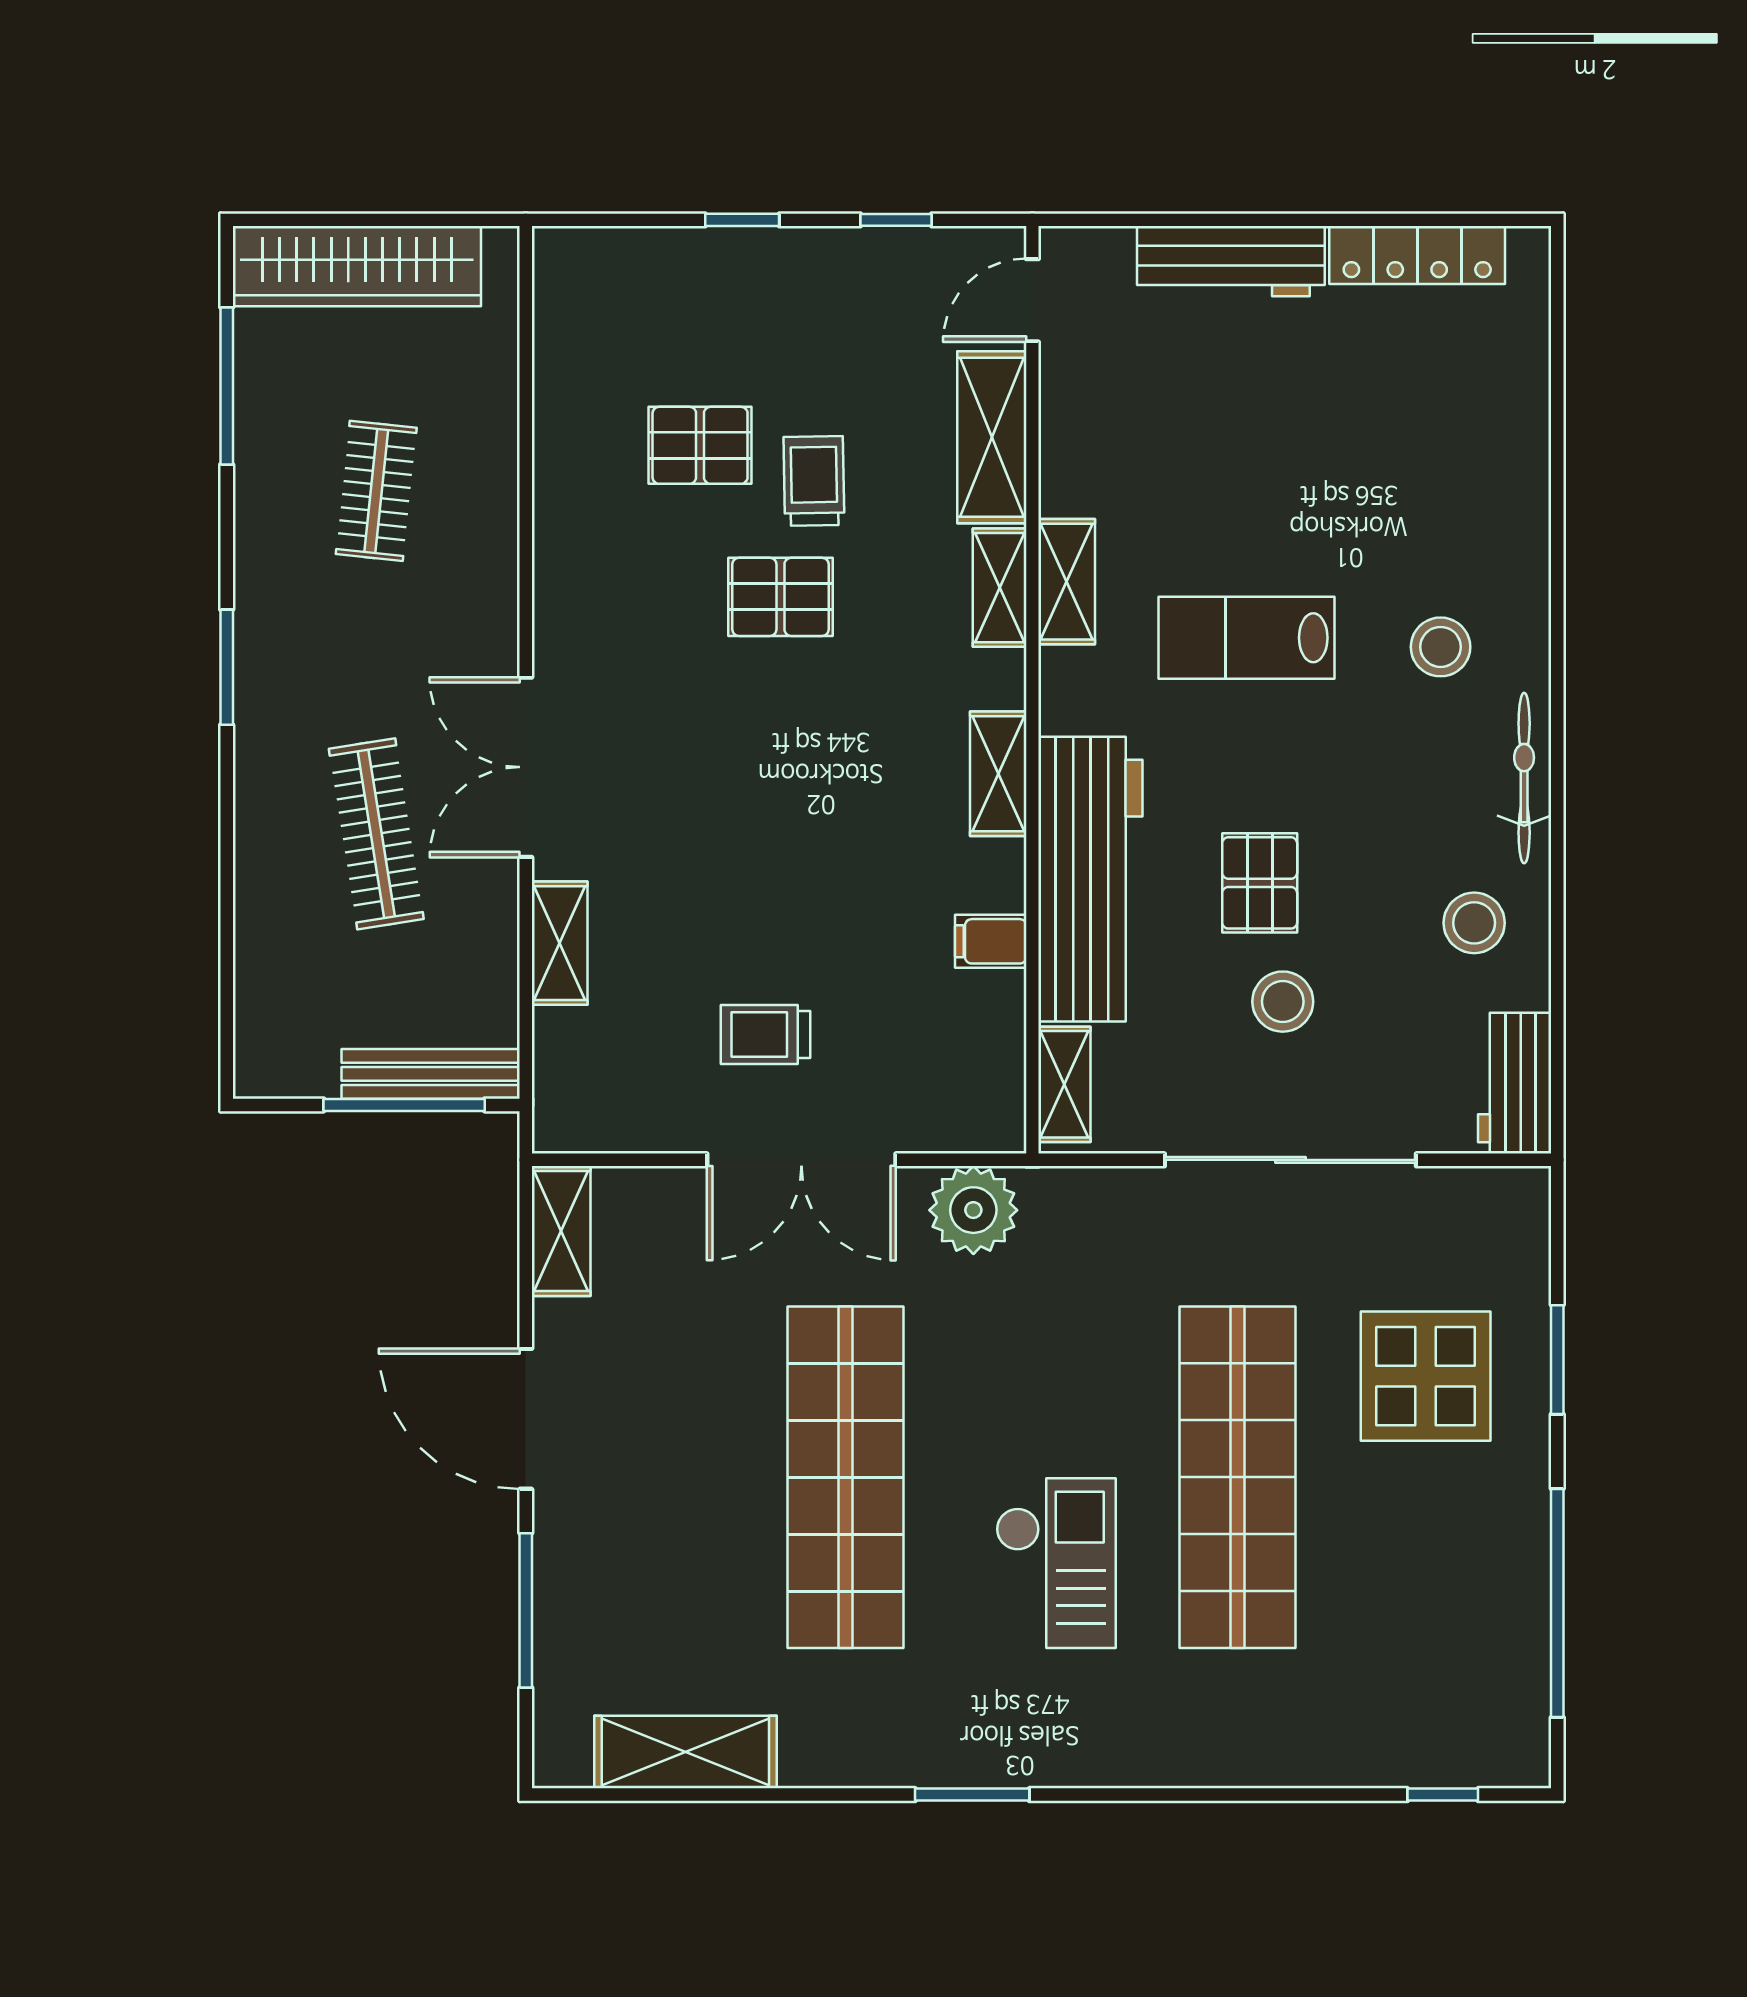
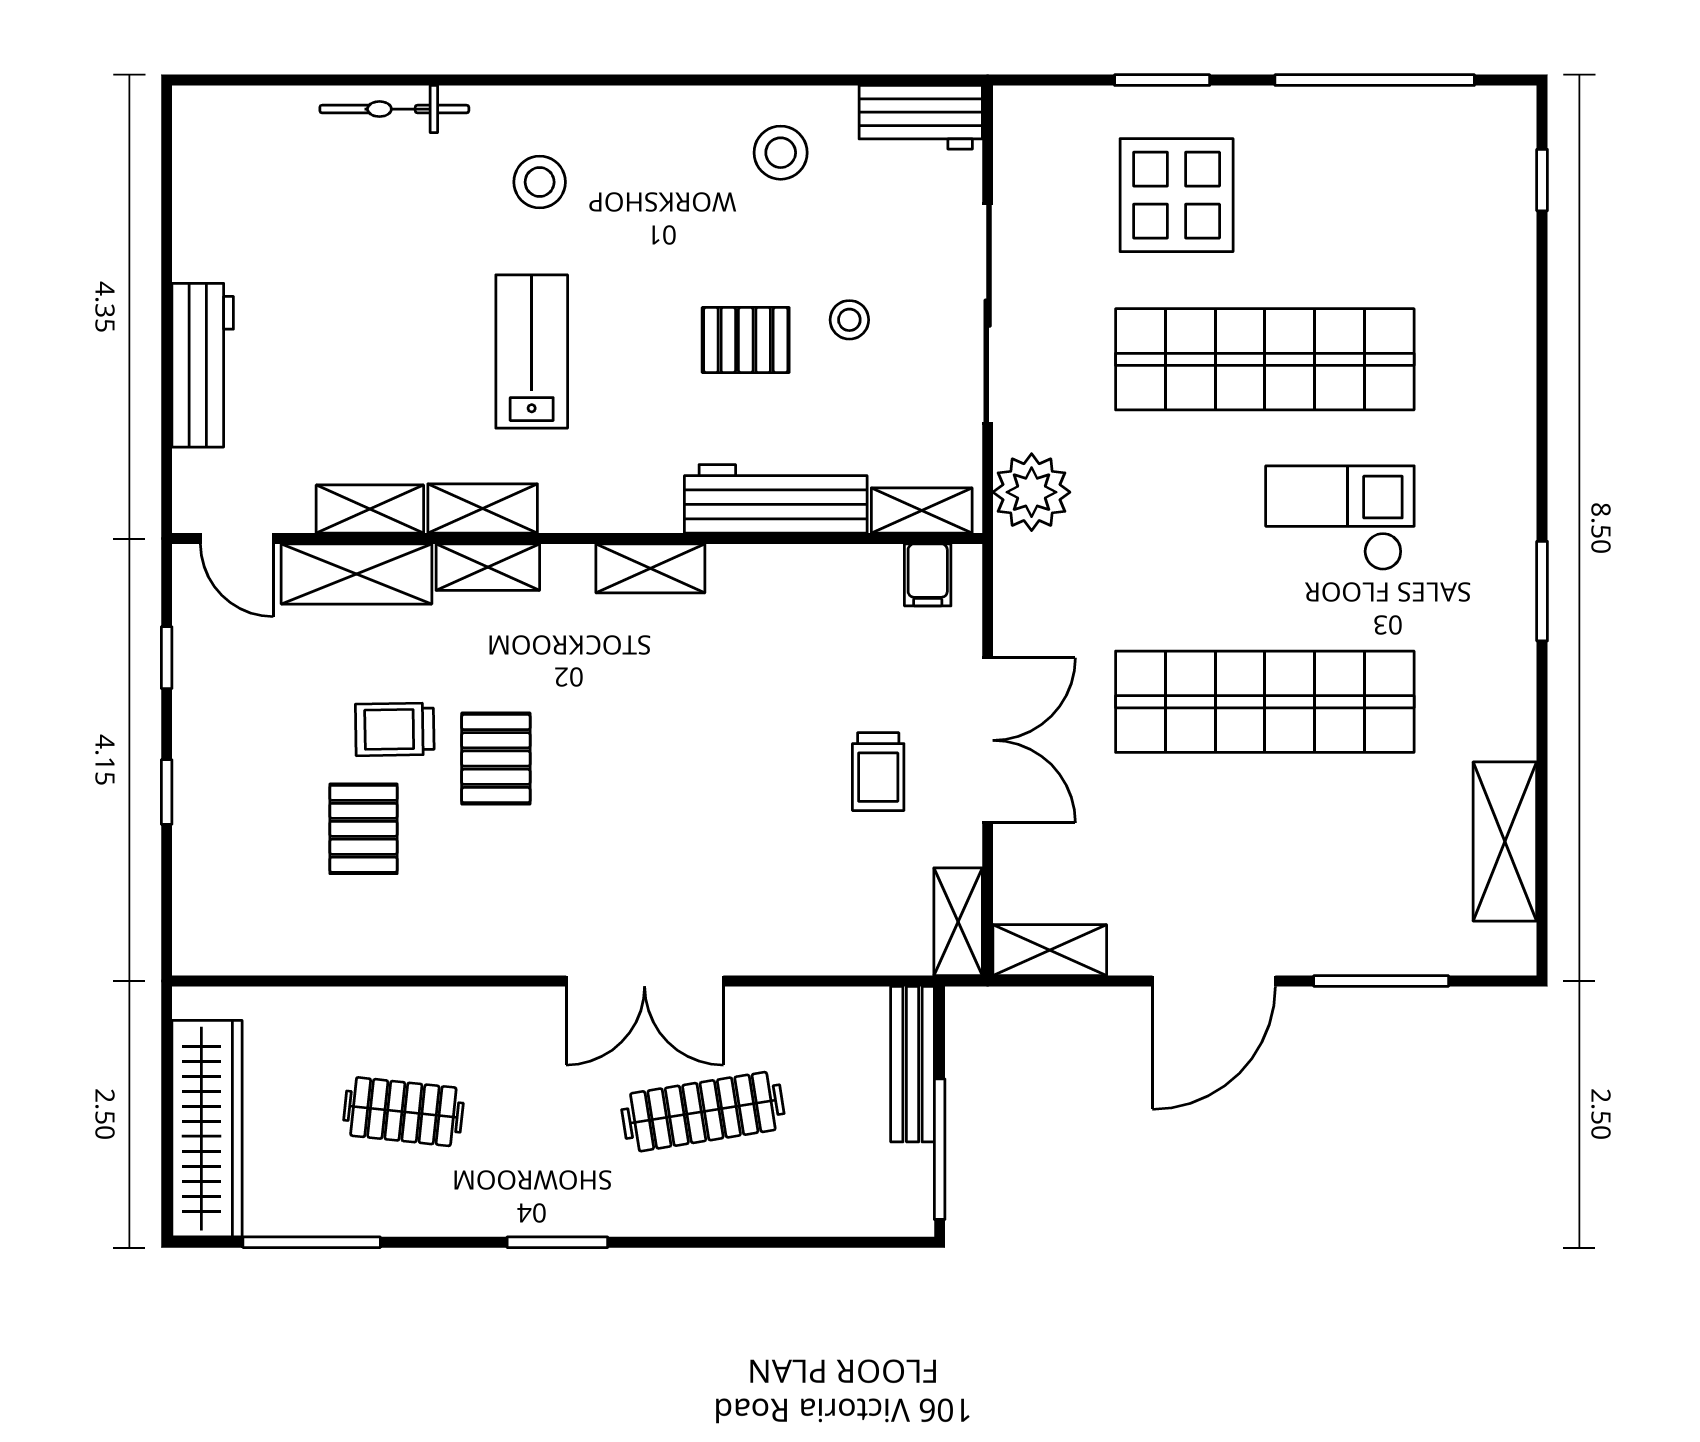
locker: (1417, 255) -> (197, 202), removed
shelving: (1066, 453) -> (370, 509), added
lab bench: (1246, 638) -> (532, 352), turned 180
bicycle: (1524, 778) -> (394, 109), moved
workbench: (1090, 879) -> (776, 499), width x0.73, depth x0.76
filing cabinet: (991, 941) -> (928, 575), moved
shelving: (560, 943) -> (958, 922), moved, turned 90
stool: (1283, 1002) -> (849, 320), width x0.73, depth x0.73
window: (404, 1105) -> (940, 1149), moved
plant: (973, 1210) -> (1032, 492), moved

